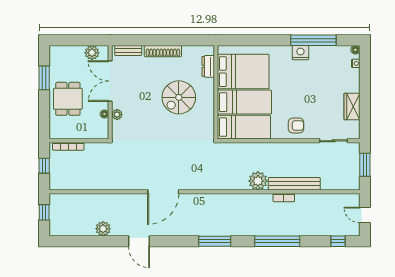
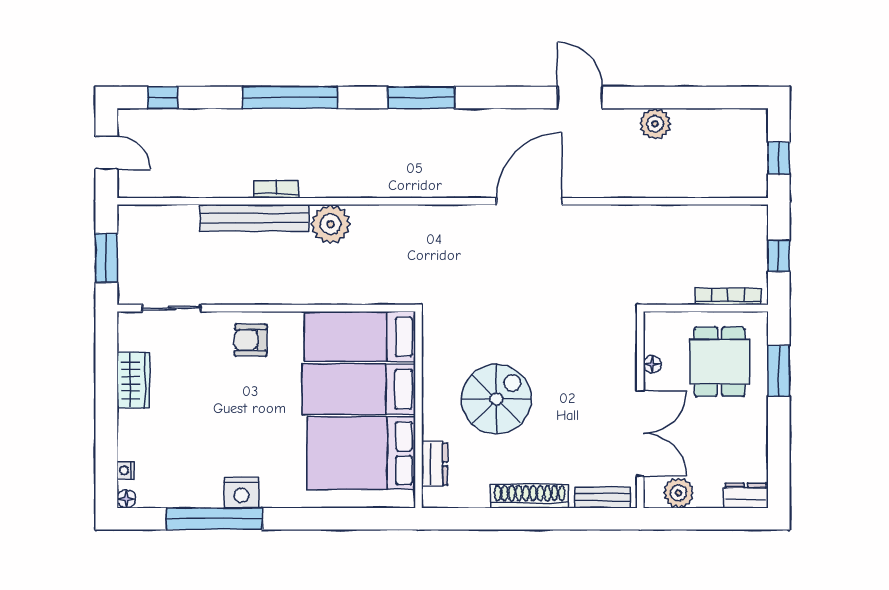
dresser: (60, 51) -> (746, 496), added
window: (44, 78) -> (779, 371), moved
dining table: (68, 99) -> (720, 362), moved
plant: (117, 115) -> (626, 363), removed

